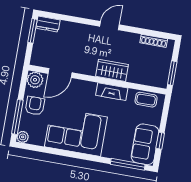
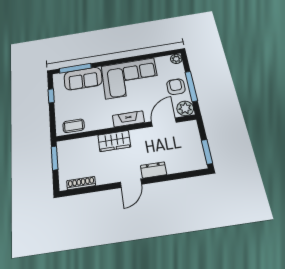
dresser: (48, 24) -> (154, 170), moved
fireplace: (112, 92) -> (128, 119), moved
armchair: (35, 106) -> (176, 87), turned 180
window: (17, 117) -> (191, 86), moved
sofa: (145, 144) -> (83, 79), moved, turned 90

